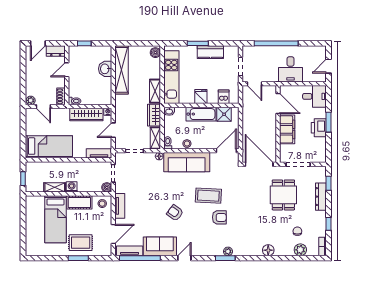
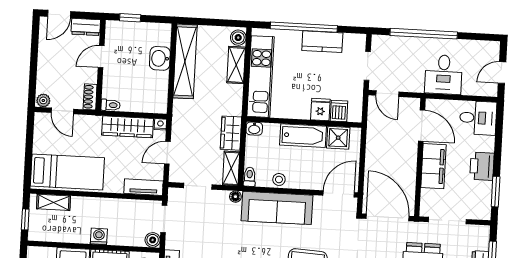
window: (198, 43) -> (304, 27), width x2.11
shelving: (155, 91) -> (236, 65), moved
fridge: (201, 97) -> (320, 110), moved
window: (329, 122) -> (496, 192), moved
shelving: (55, 187) -> (54, 202), moved

